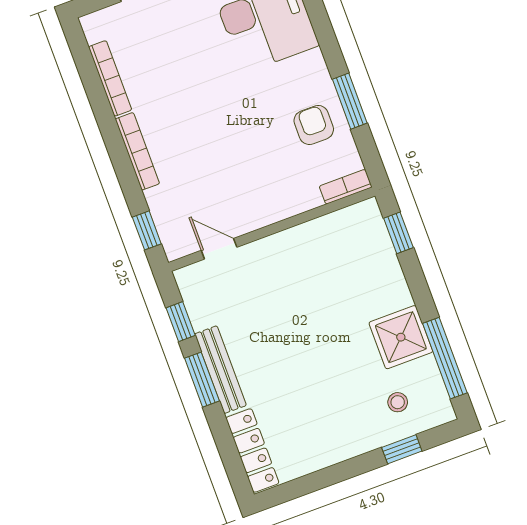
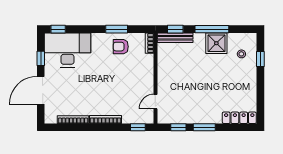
window: (445, 358) -> (212, 29), moved
bench: (220, 370) -> (175, 38), moved

